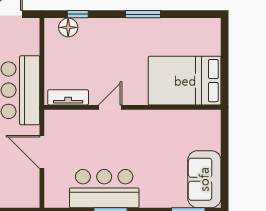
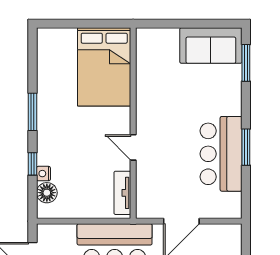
window: (78, 14) -> (32, 164), moved
nightstand: (86, 24) -> (43, 174), added

